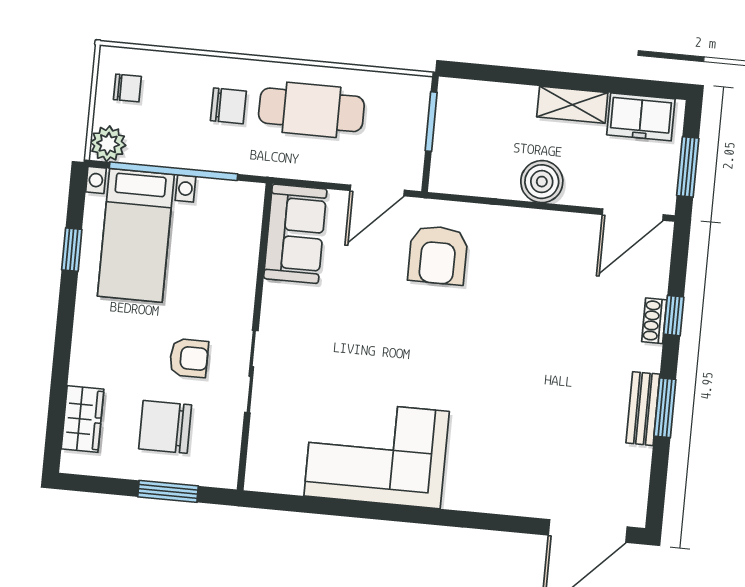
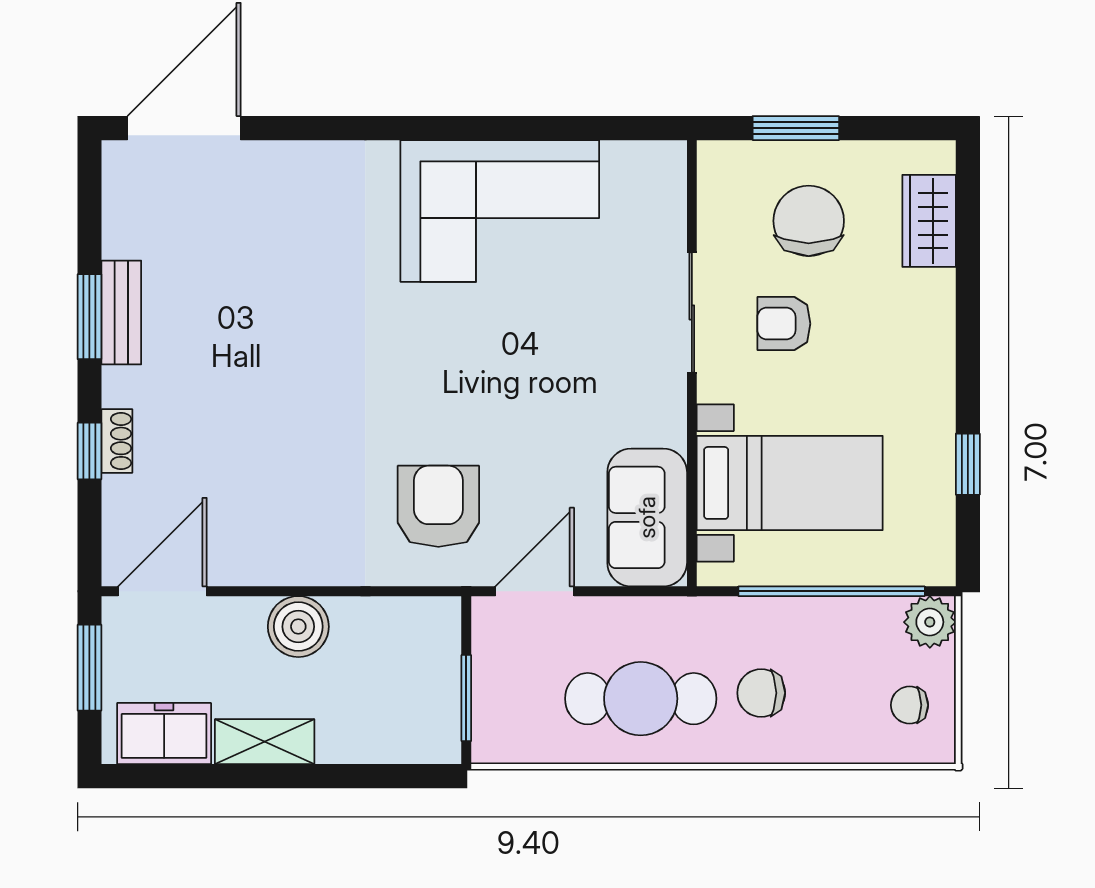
bed with nightstands: (136, 235) -> (790, 483), moved, turned 90
chair: (165, 427) -> (809, 221), turned -90

